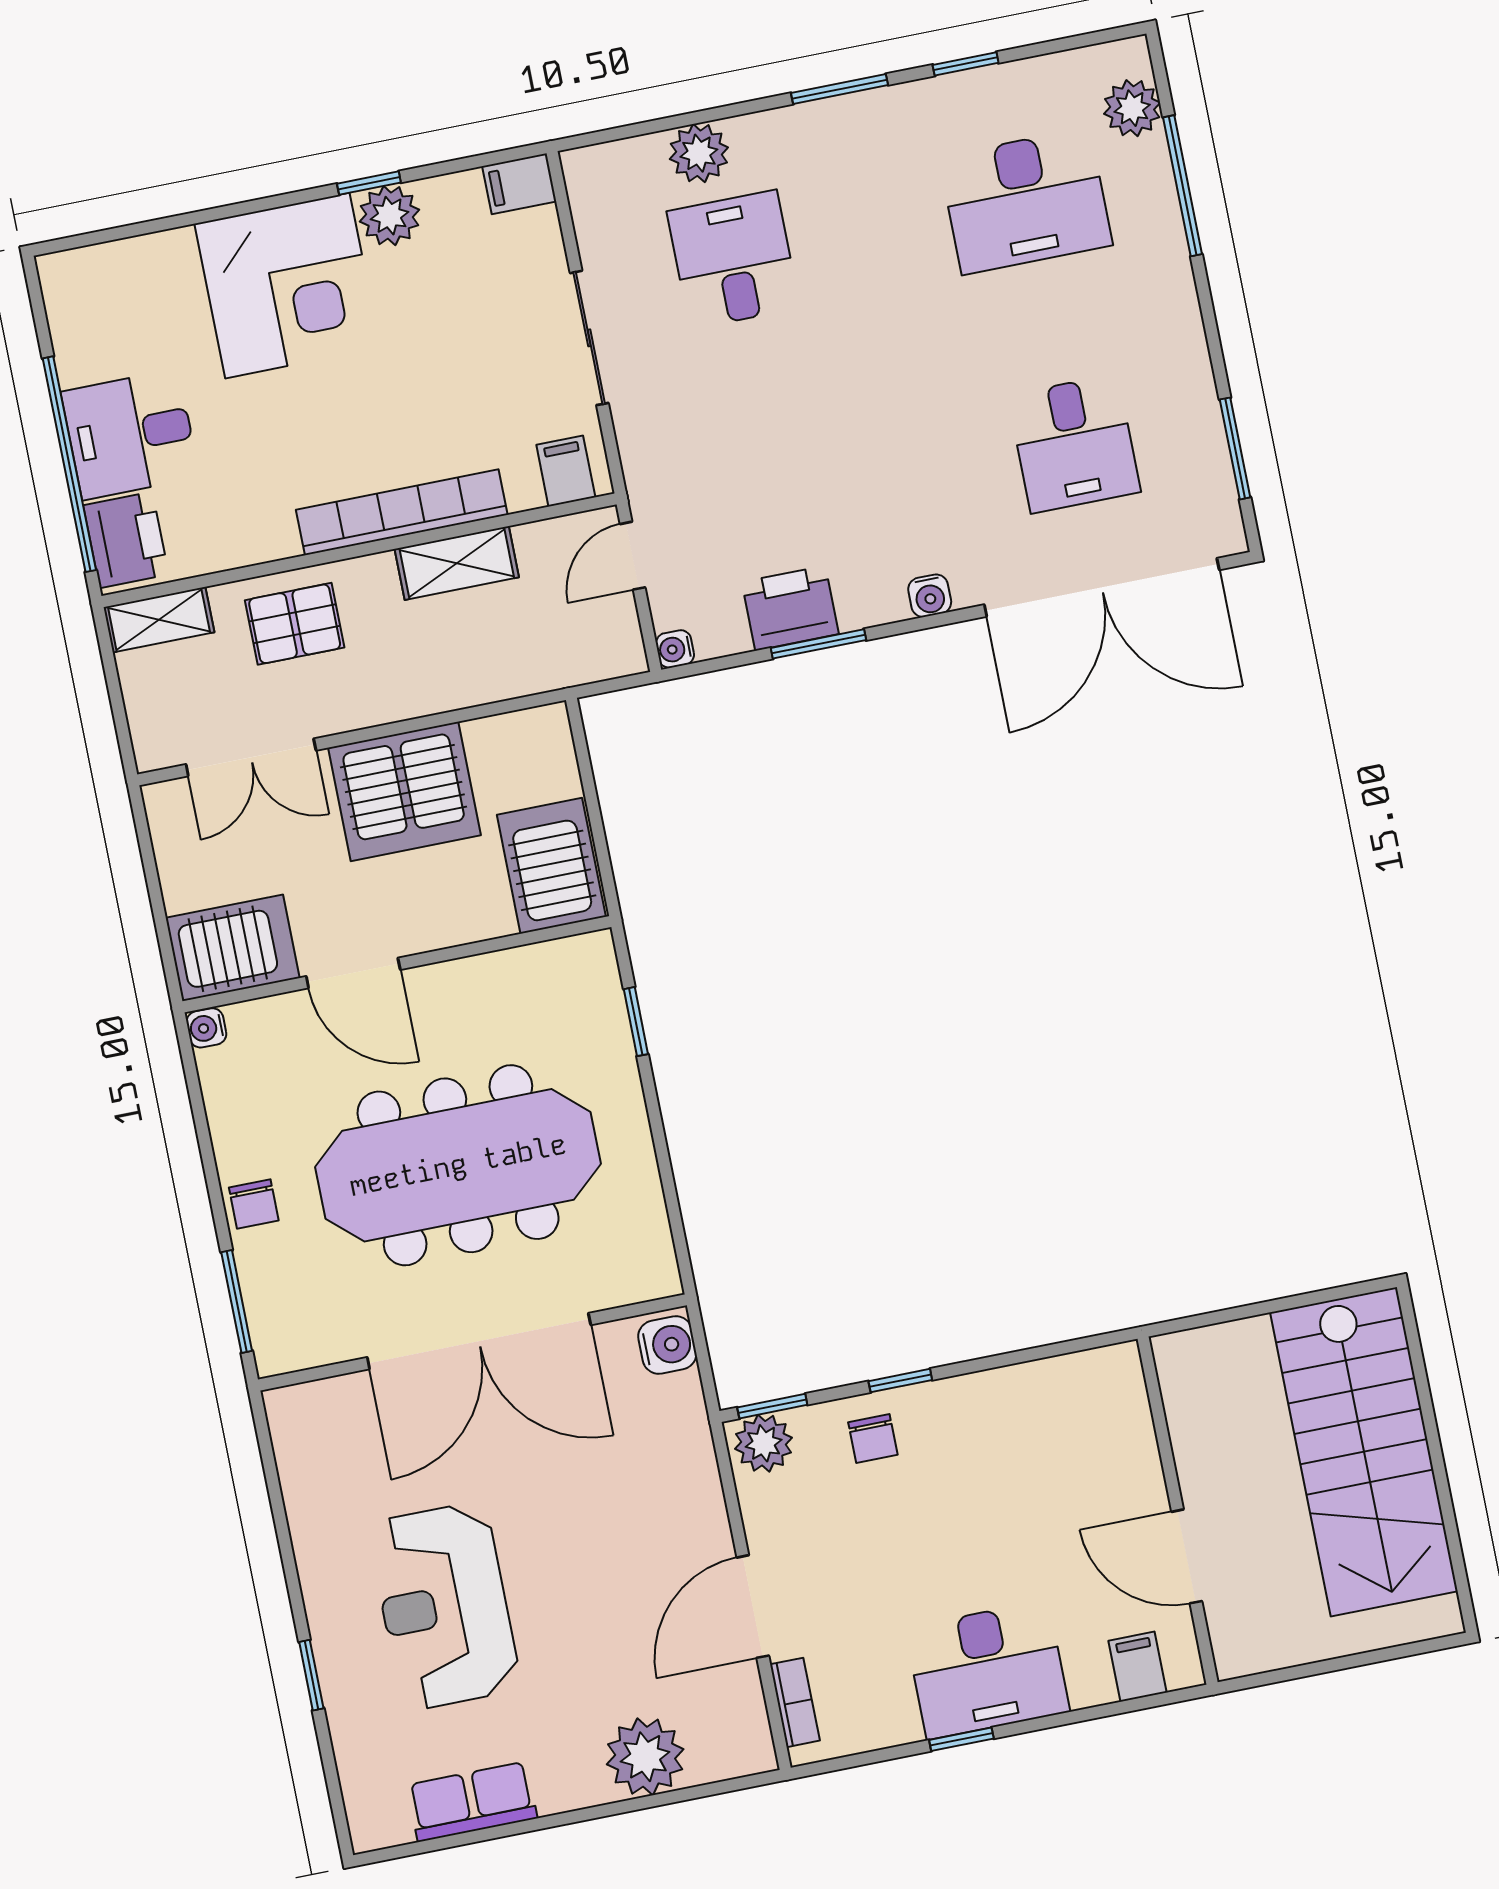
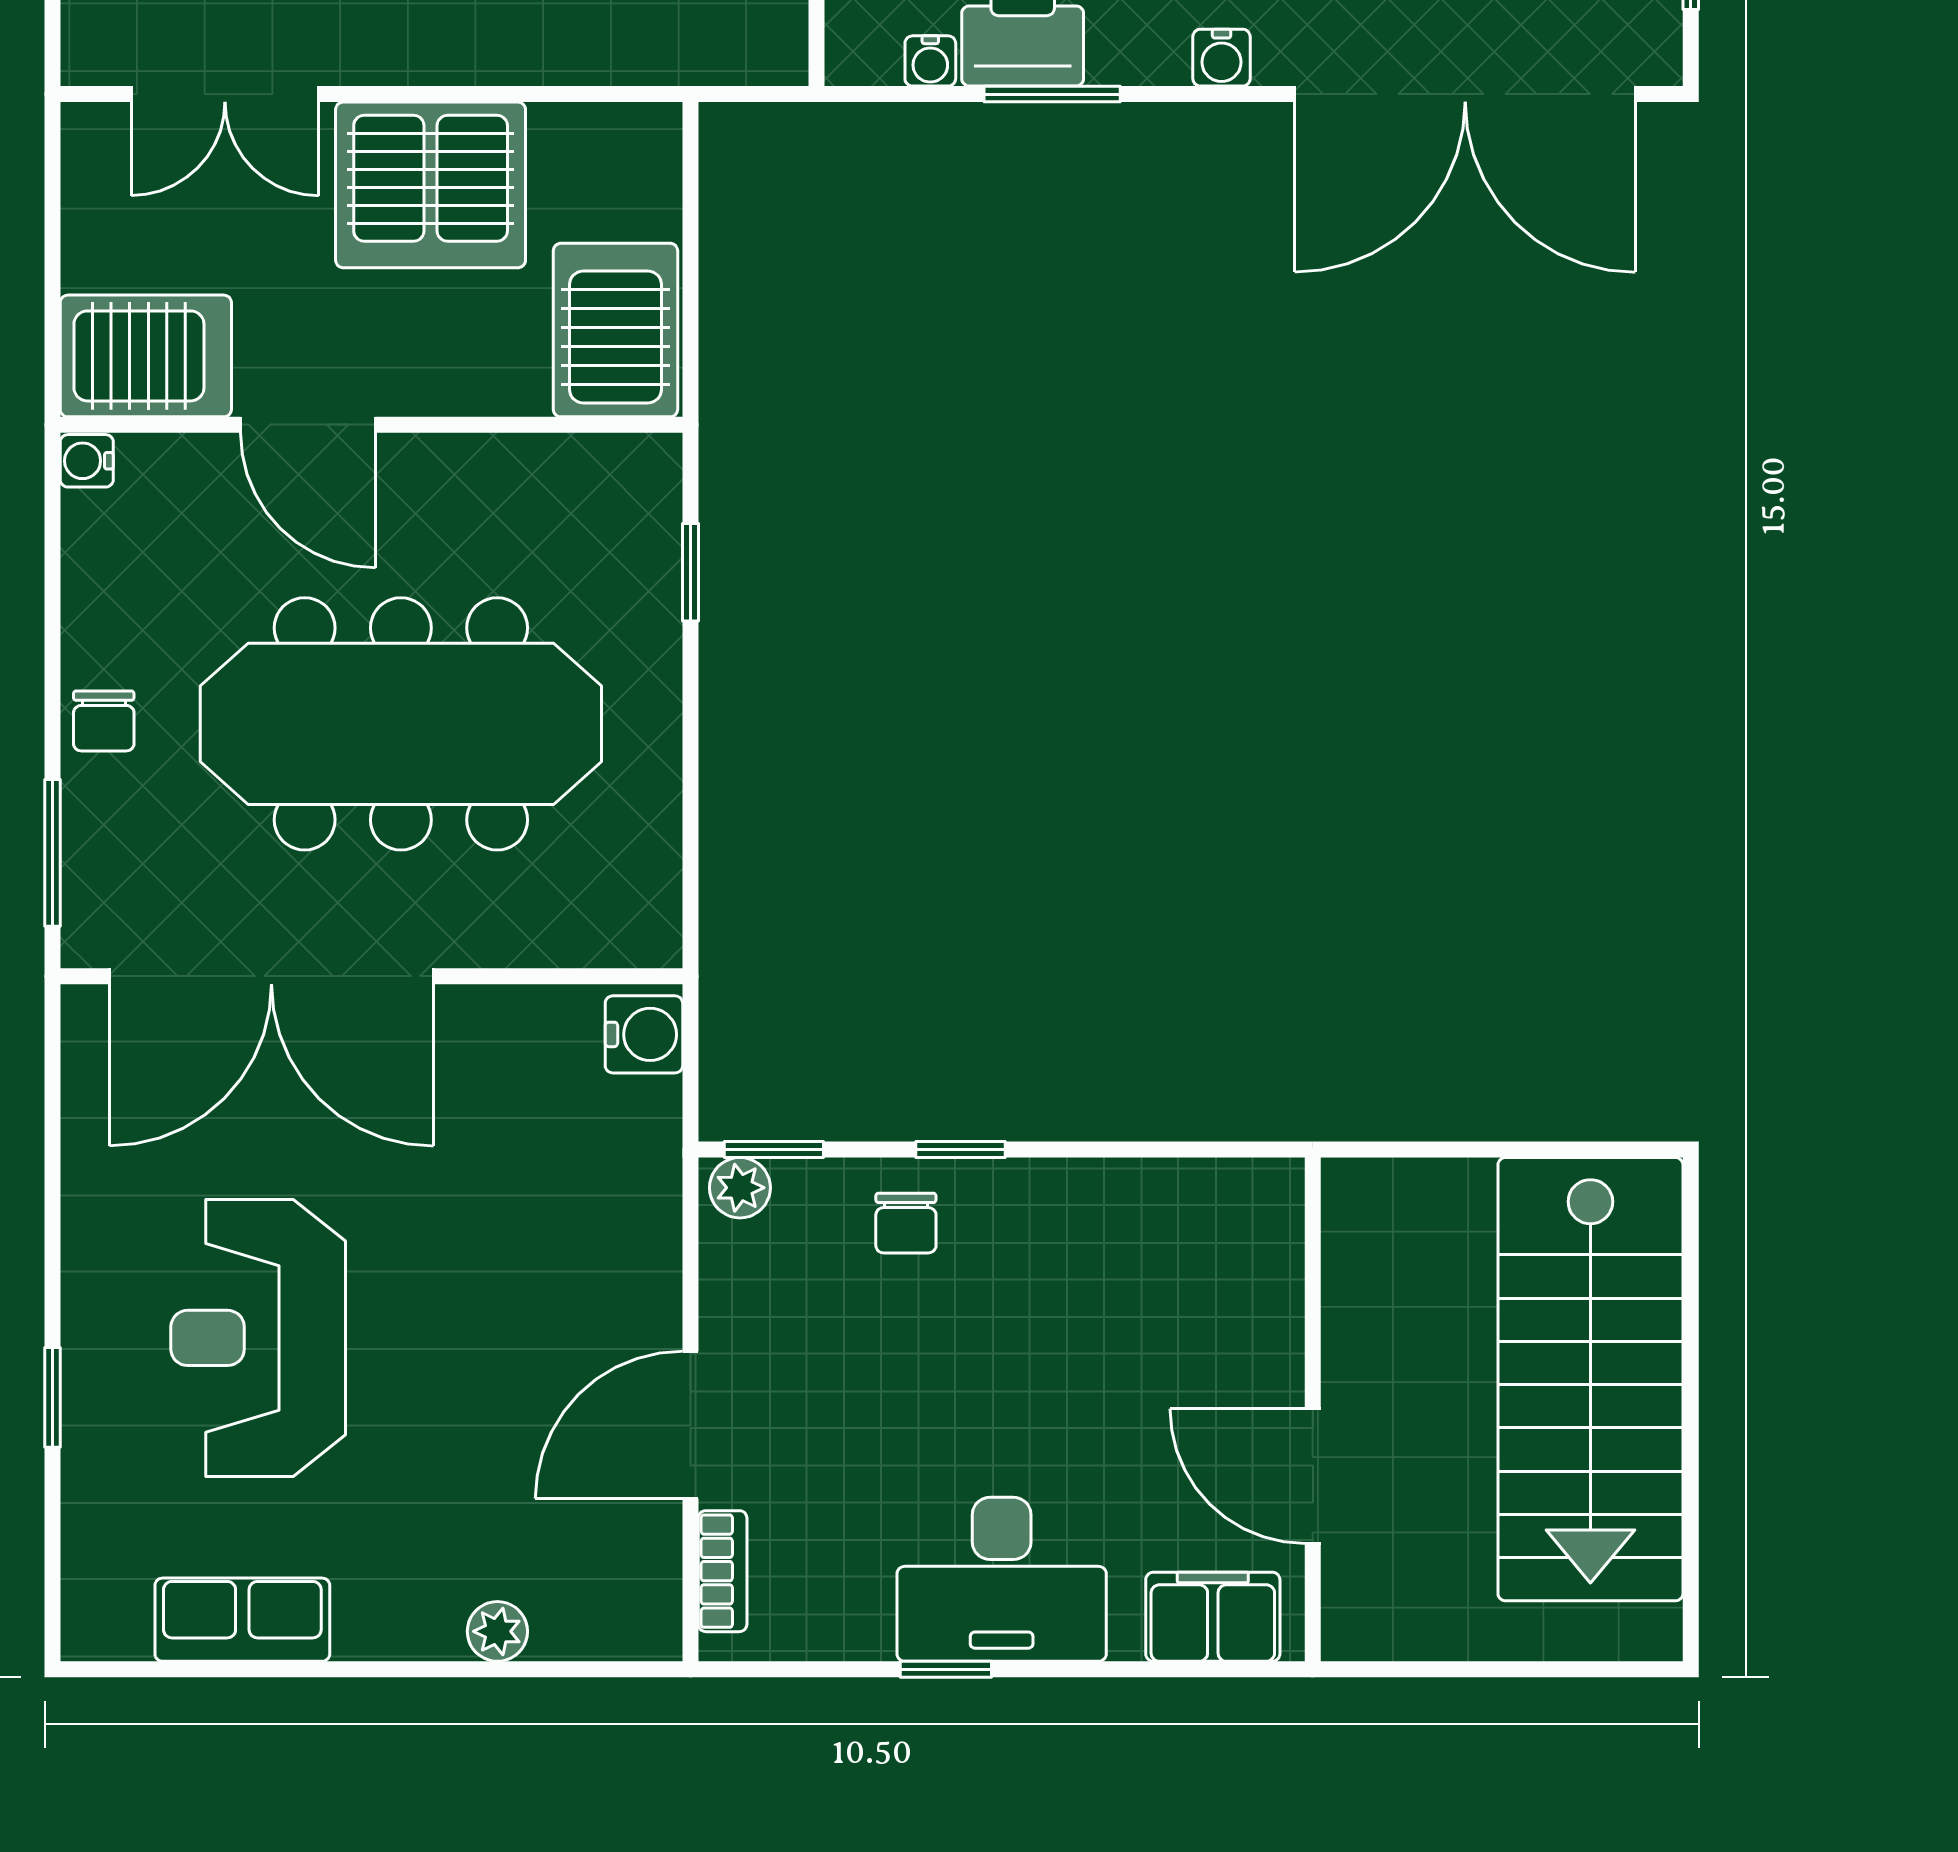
water cooler: (675, 649) -> (930, 61), moved, turned -90
double door: (479, 1341) -> (271, 976), moved
plant: (764, 1443) -> (740, 1188), width x0.73, depth x0.73
filing cabinet: (1137, 1667) -> (1213, 1617), width x2.00
plant: (645, 1757) -> (497, 1631), width x0.53, depth x0.53

